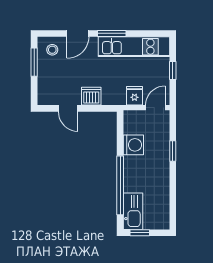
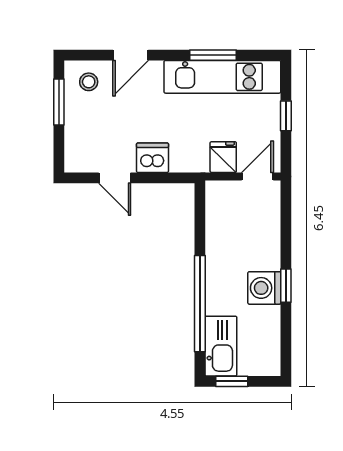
window: (112, 33) -> (213, 55), moved
washing machine: (133, 145) -> (264, 288), moved, turned 180
window: (173, 151) -> (286, 286), moved

